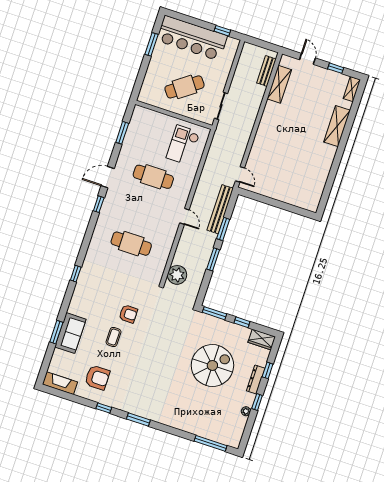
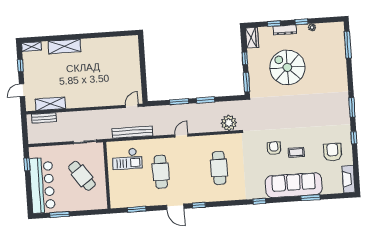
bench: (220, 209) -> (132, 132), moved
sofa: (70, 333) -> (294, 185), width x1.85, depth x1.27

